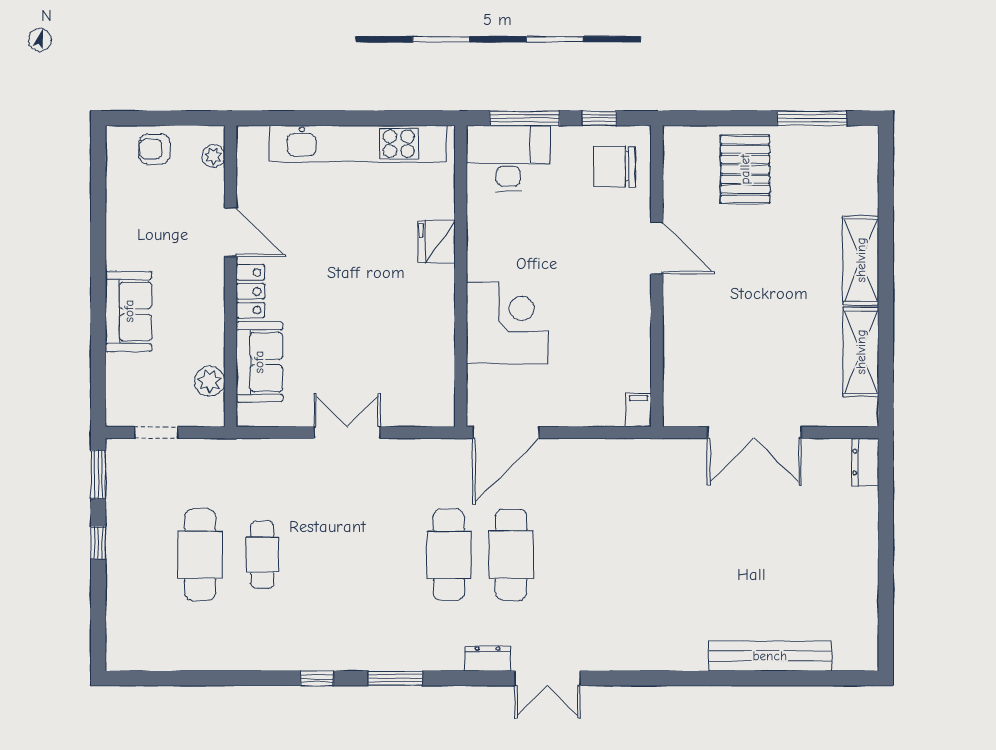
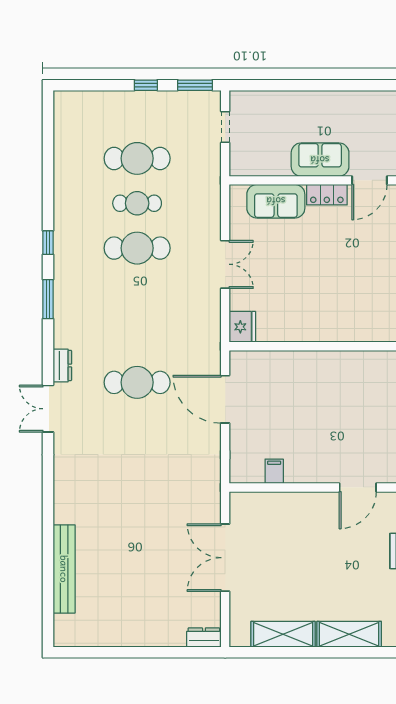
fridge: (437, 242) -> (242, 327), moved, turned 90
sofa: (129, 311) -> (320, 160), moved, turned 180
corner desk: (507, 323) -> (304, 380), removed
plant: (210, 381) -> (262, 165), removed
filing cabinet: (639, 410) -> (274, 471), moved, turned -90
door: (506, 432) -> (225, 399), moved
cafe table: (449, 555) -> (137, 248), moved

